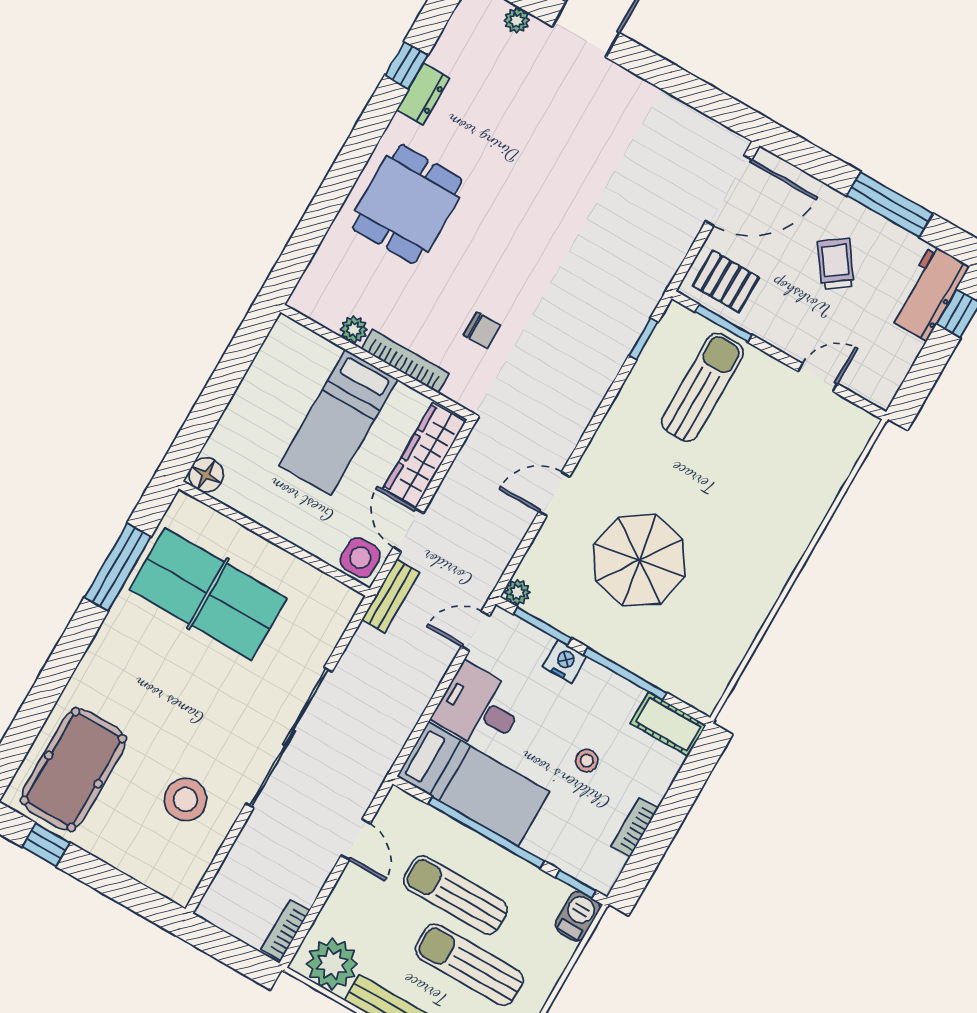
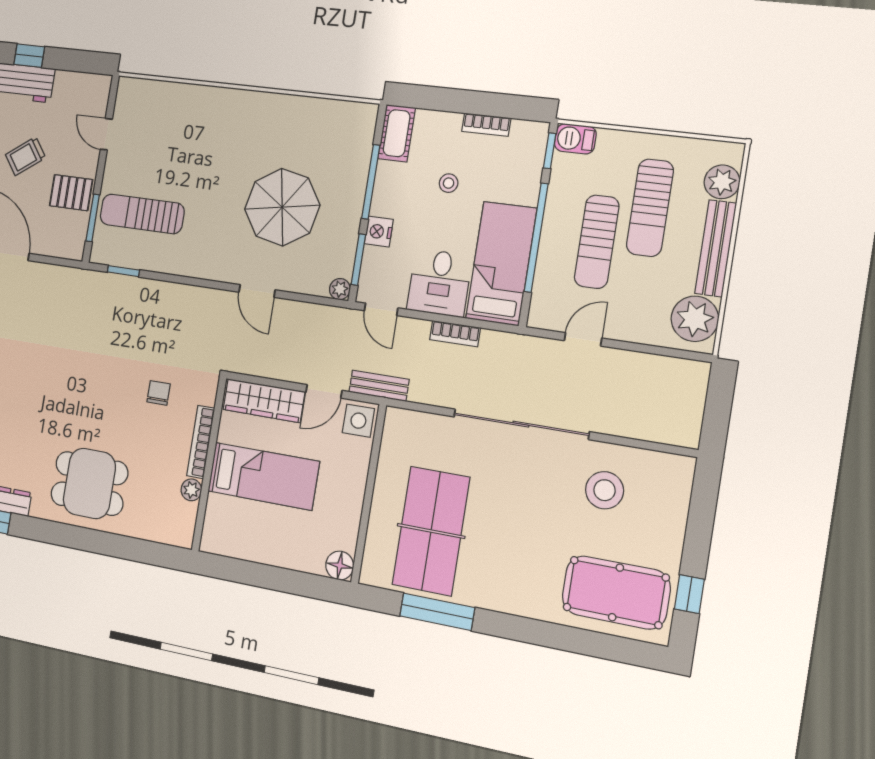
pallet: (726, 281) -> (71, 193), moved, turned 90
bookcase: (285, 930) -> (455, 334), moved

